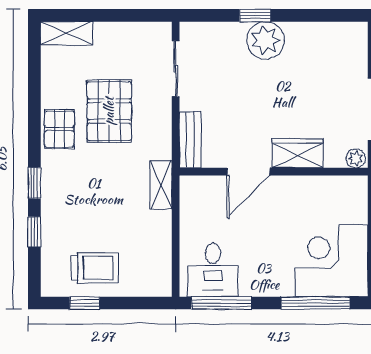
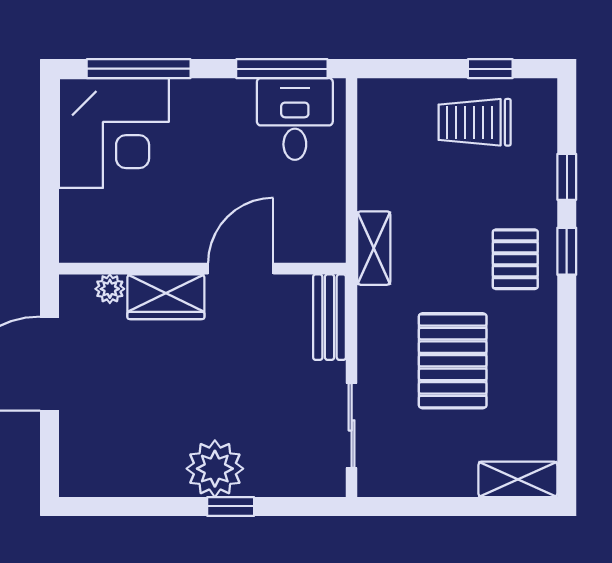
pallet: (59, 129) -> (515, 259), moved
plant: (356, 158) -> (110, 289), moved

